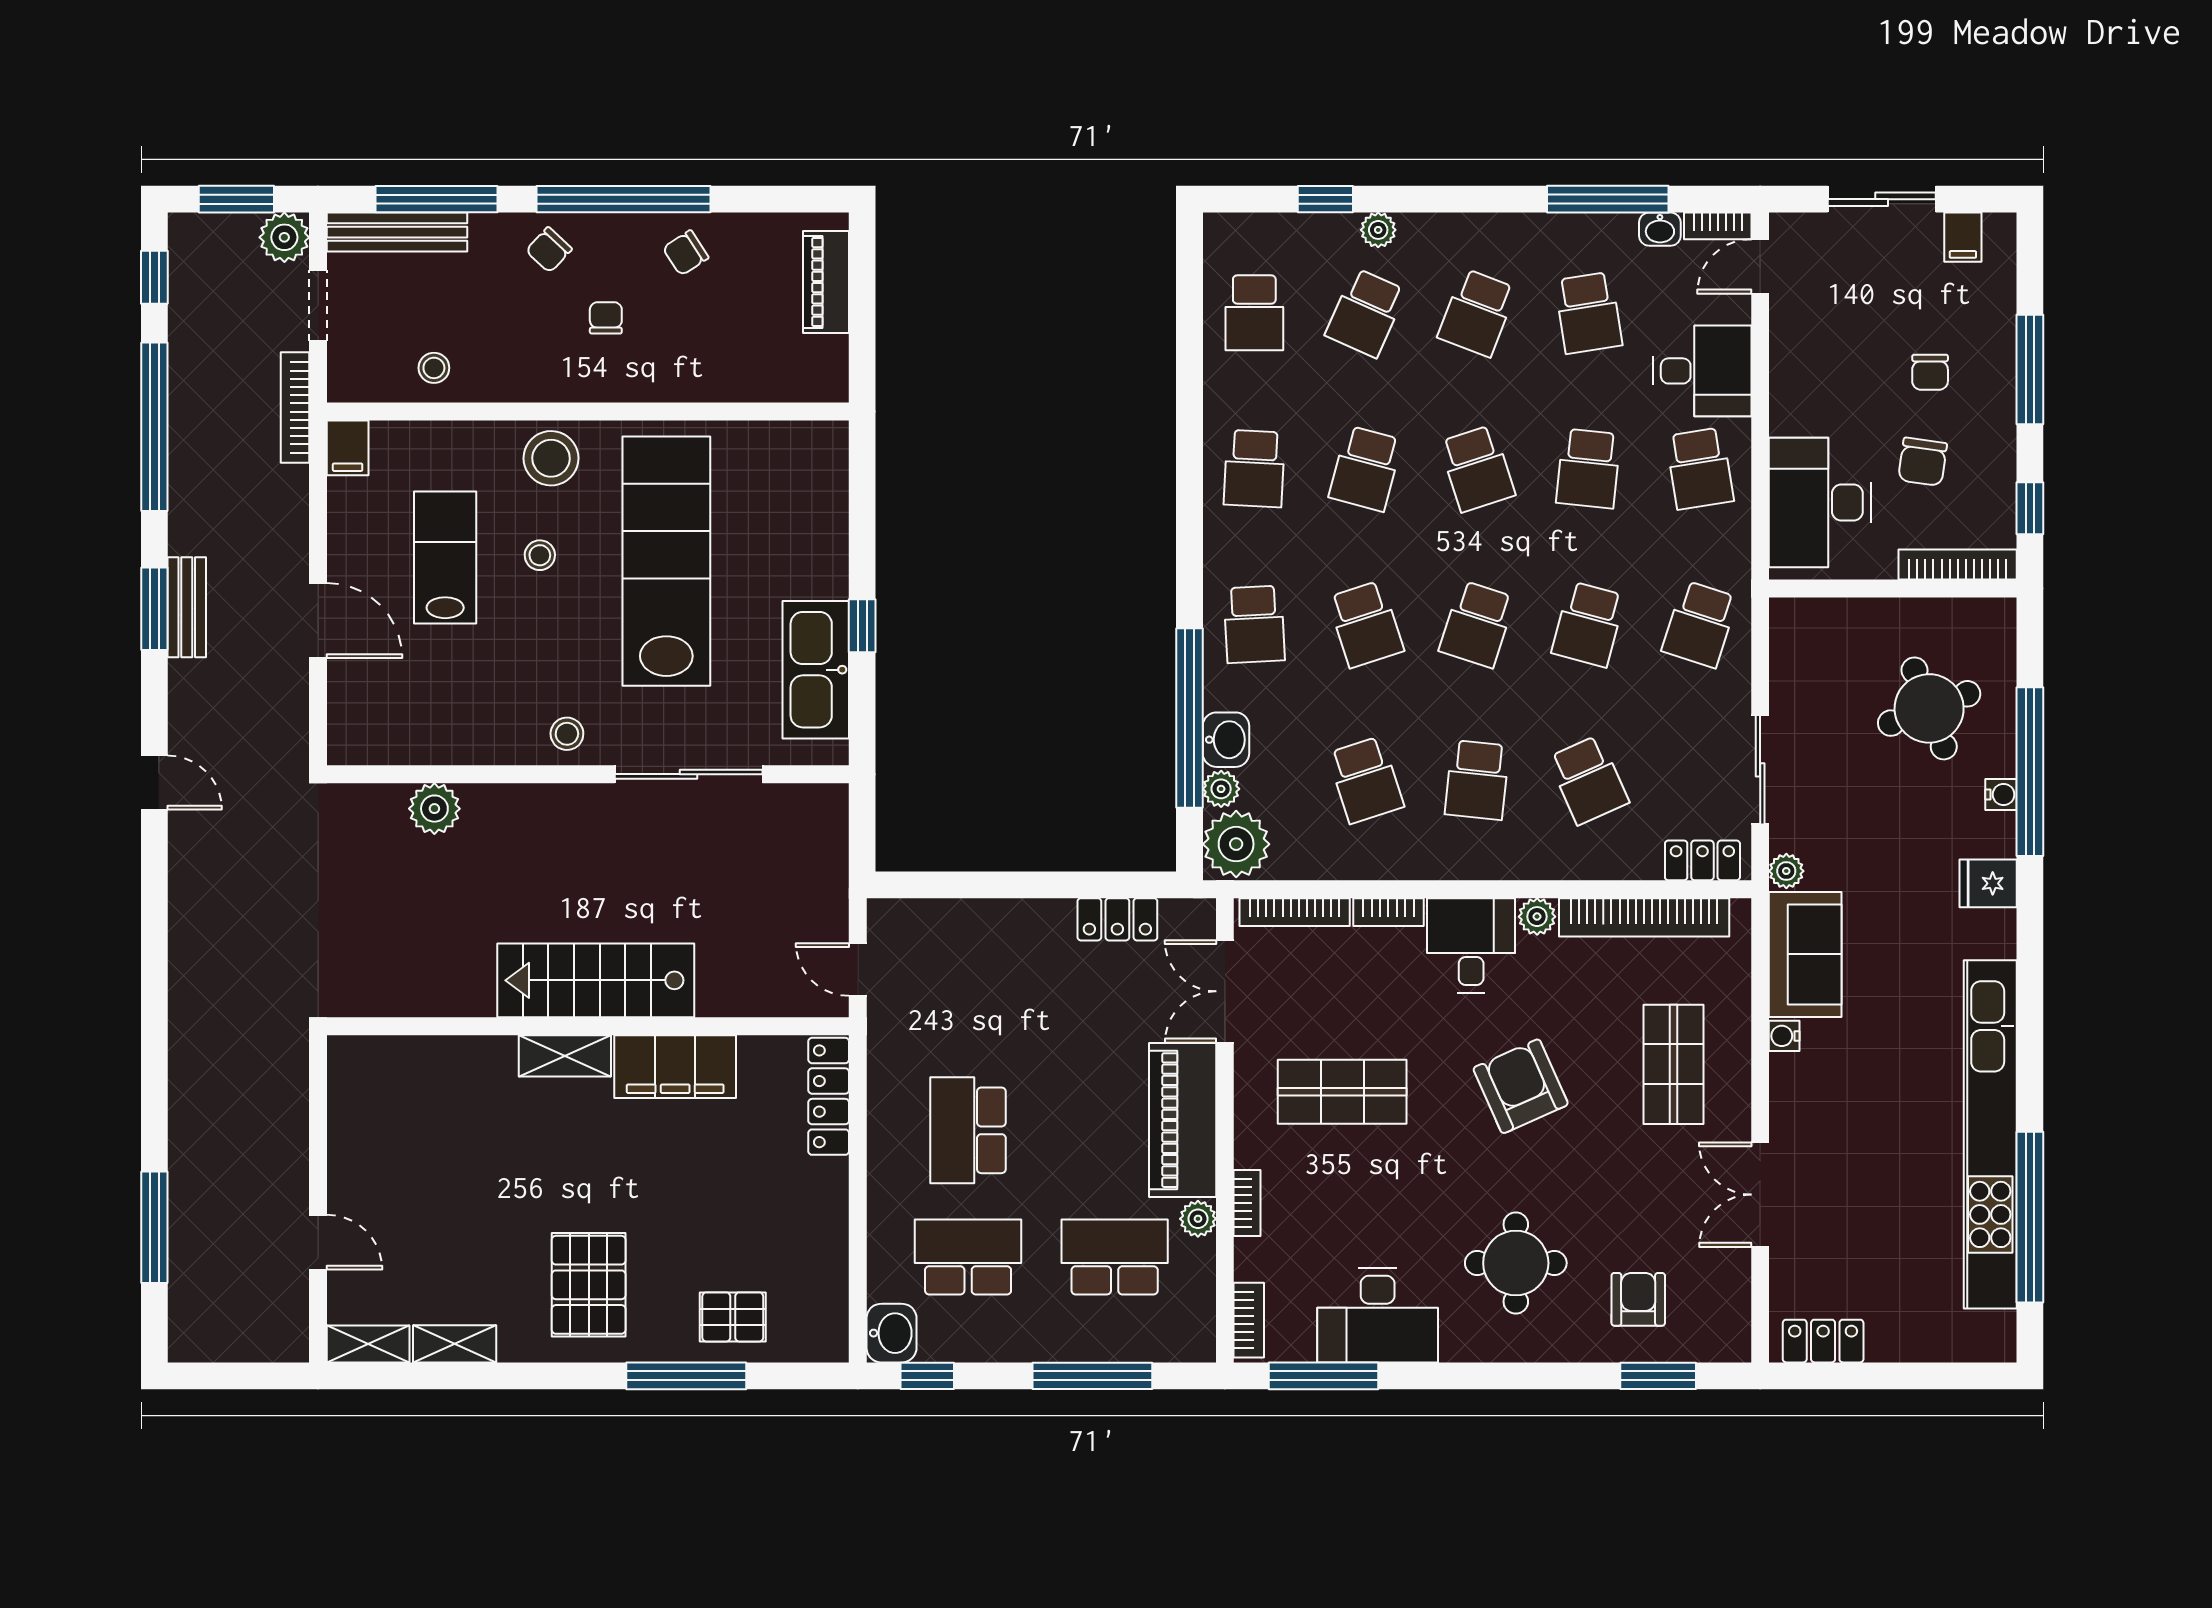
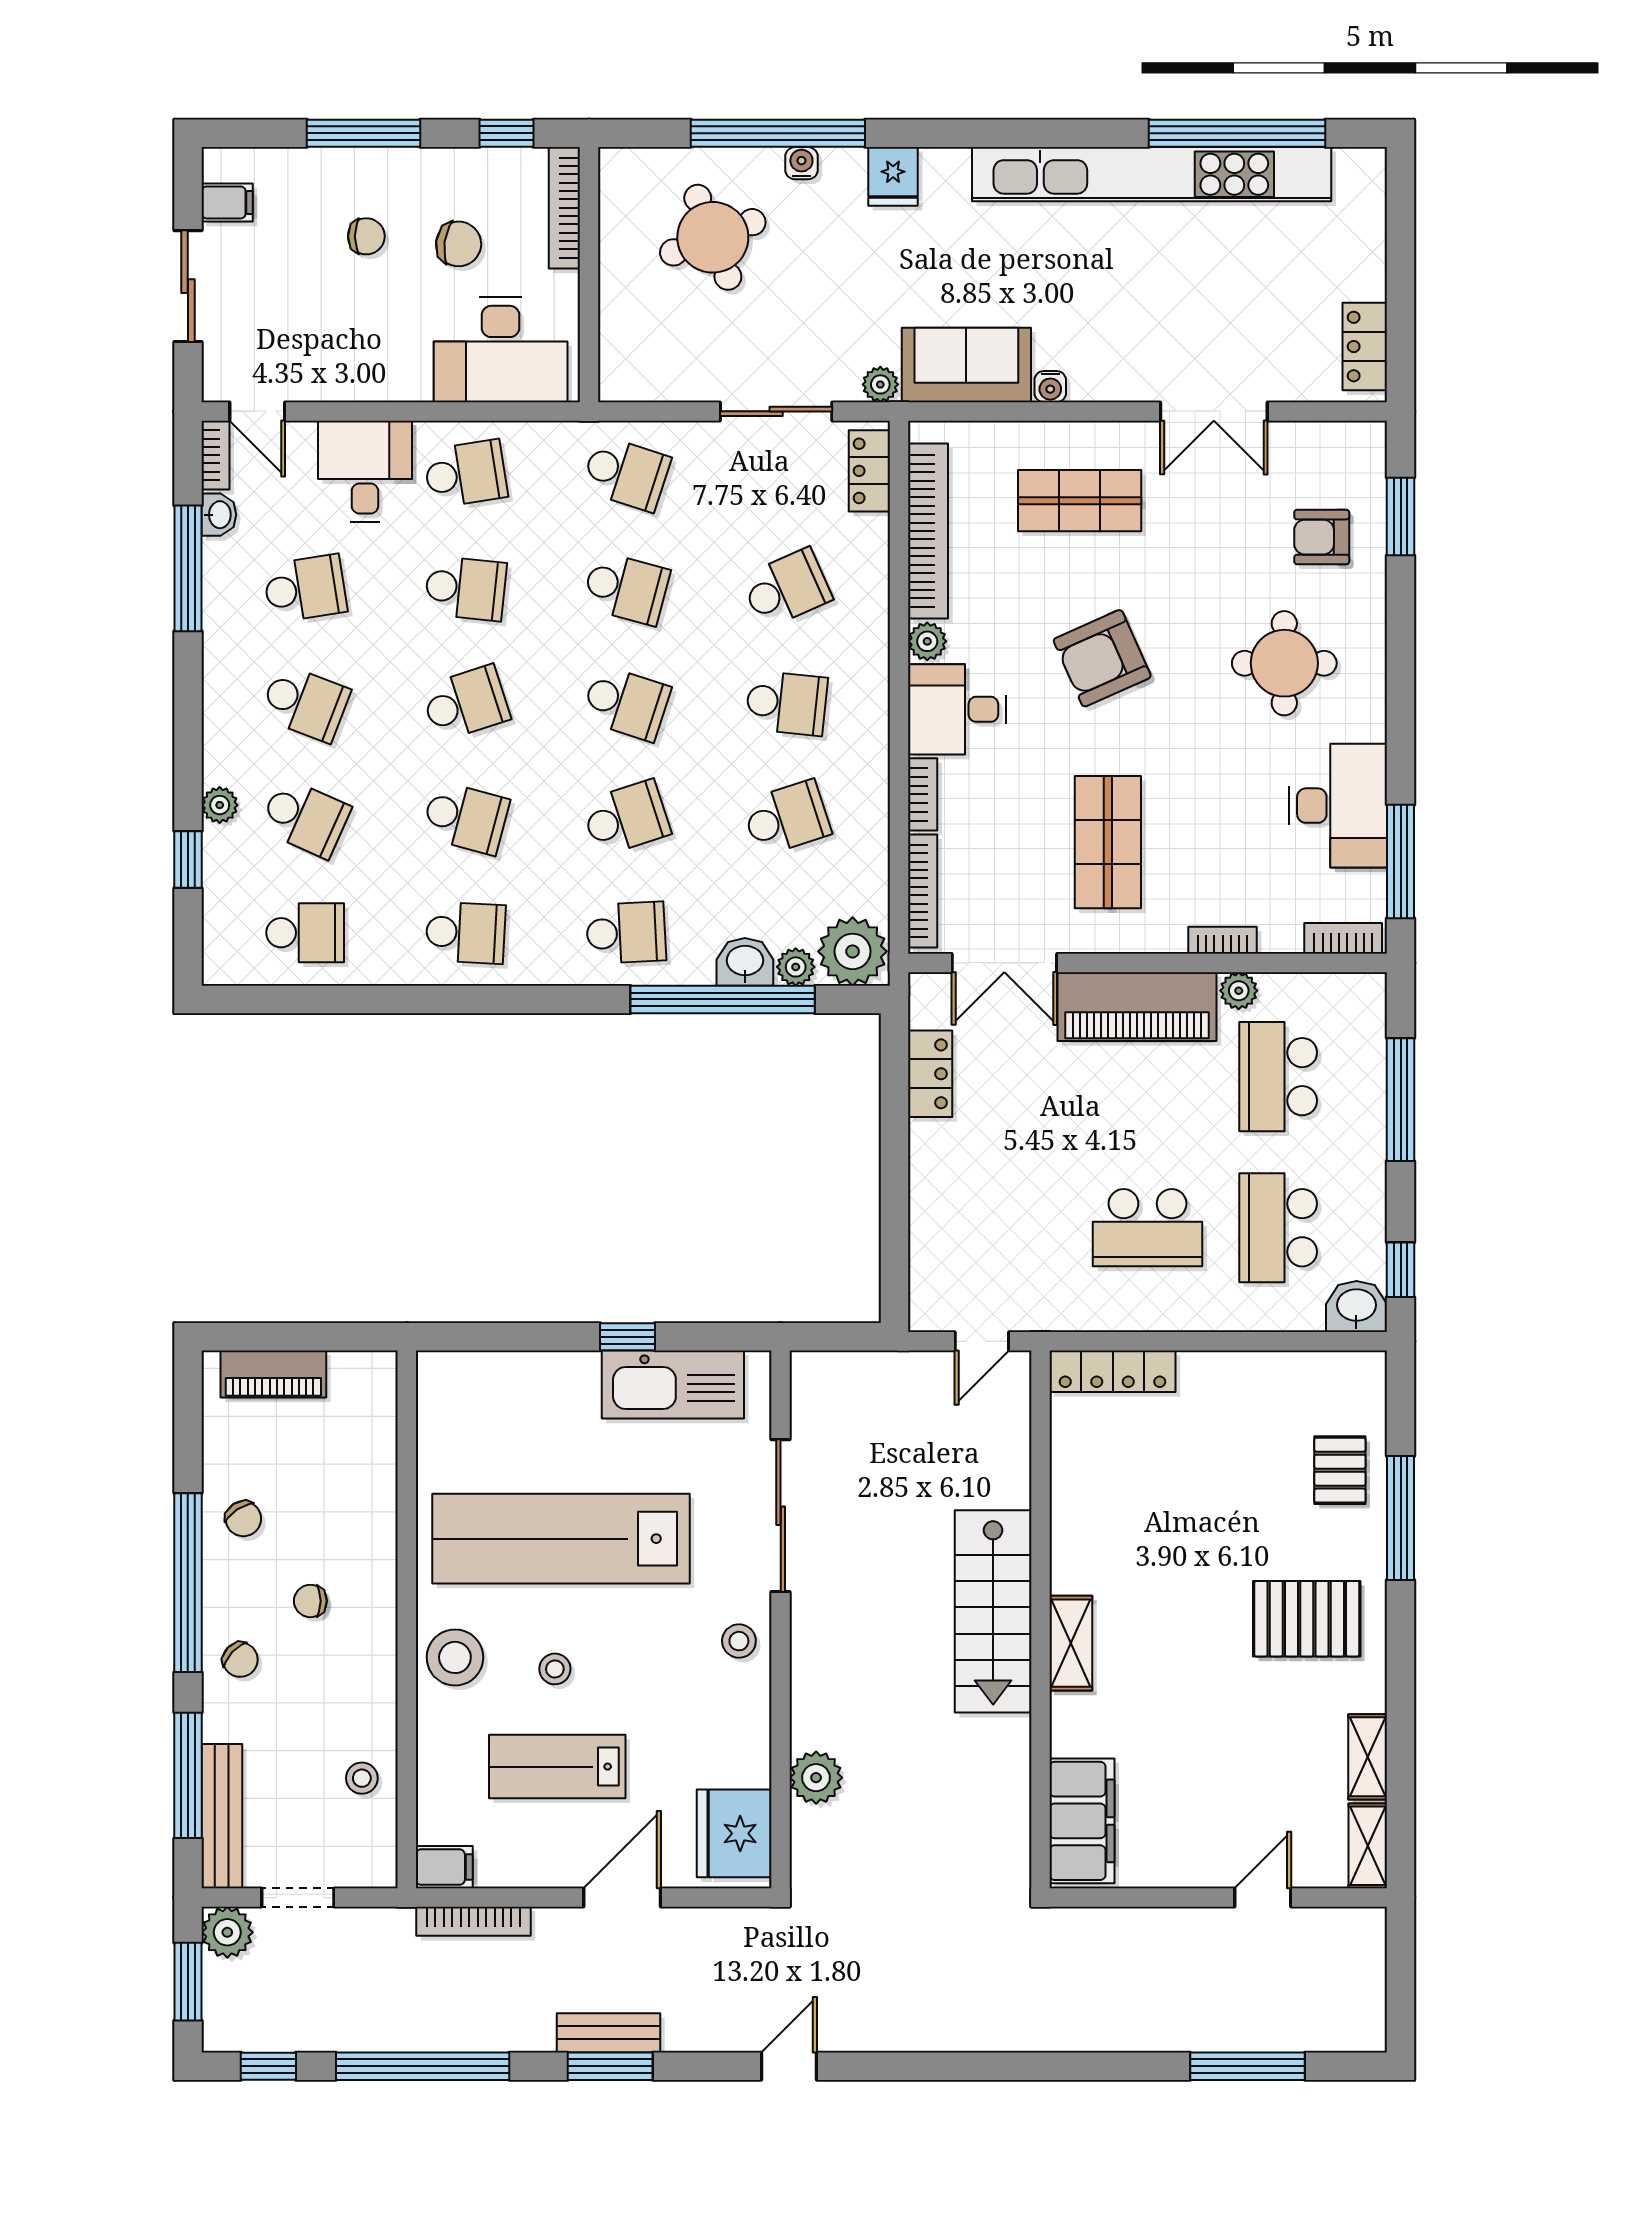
bookcase: (295, 407) -> (473, 1921), moved
fridge: (380, 729) -> (734, 1833), added
filing cabinet: (675, 1067) -> (1082, 1821), moved

